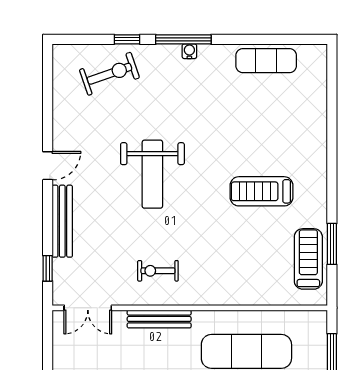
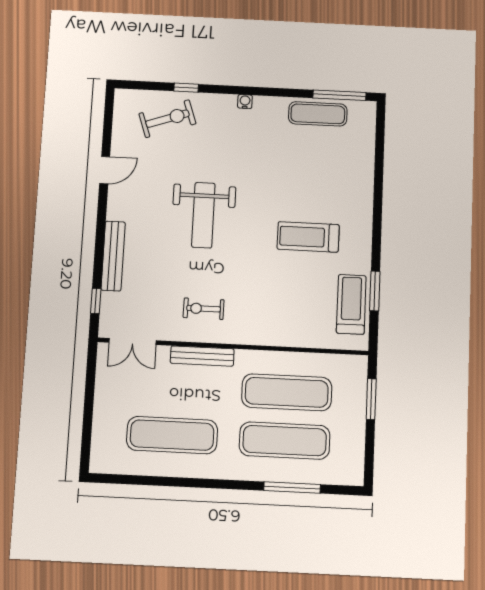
window: (183, 39) -> (339, 95), moved
door: (48, 166) -> (105, 170), moved

